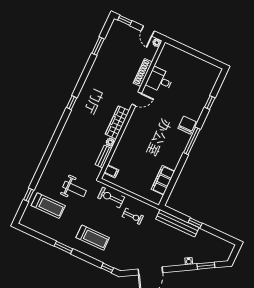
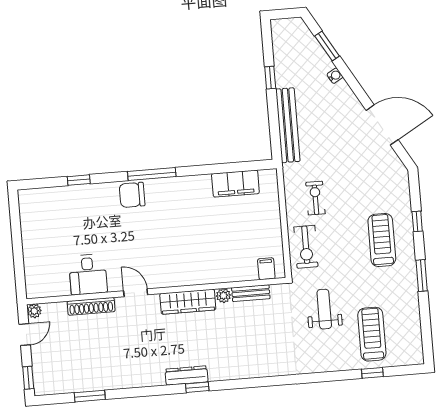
dresser: (81, 101) -> (187, 375), added
window: (195, 223) -> (270, 78), moved
window: (107, 268) -> (417, 221), moved

